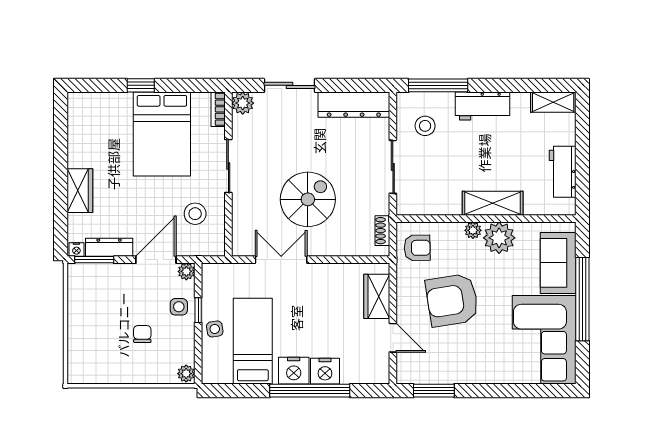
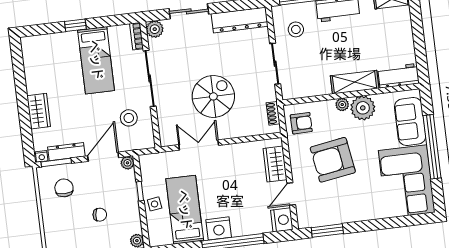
bed: (162, 134) -> (96, 60), width x0.67
sliding door: (228, 166) -> (150, 78), width x1.37
workbench: (563, 172) -> (398, 76), moved, turned 90
chair: (100, 294) -> (64, 188), added
side table: (179, 307) -> (125, 190), removed
chair: (142, 334) -> (100, 215), turned 97
door: (393, 338) -> (291, 194), swing flipped
nightstand: (325, 371) -> (282, 220), moved, turned -90

